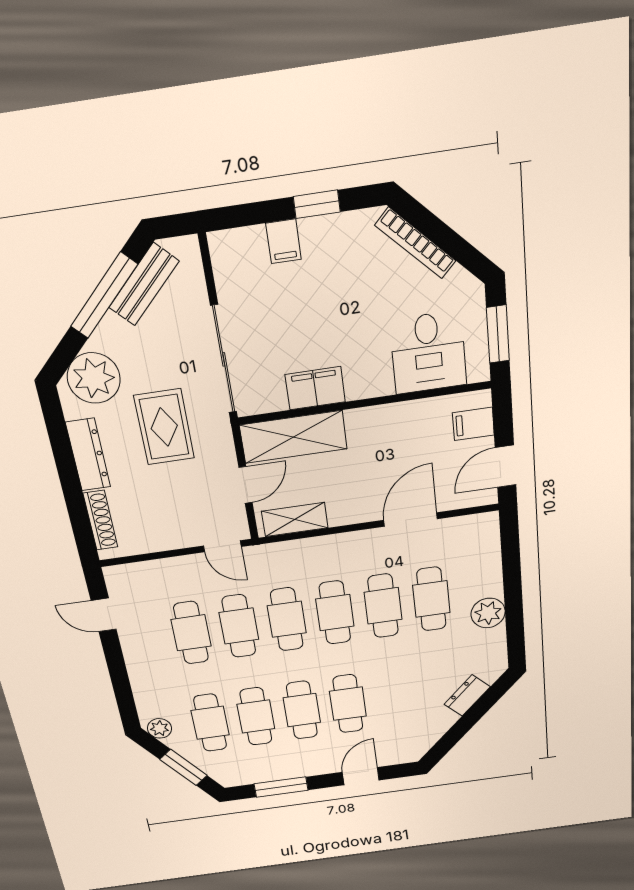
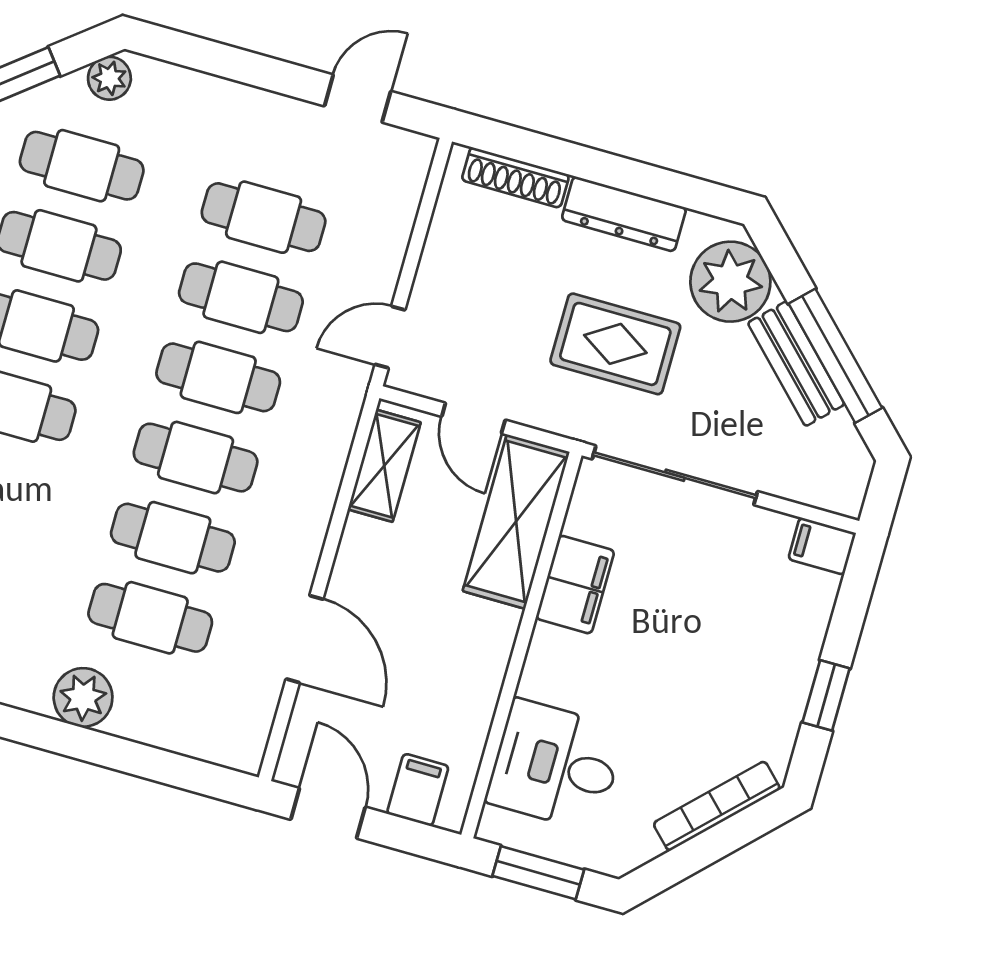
filing cabinet: (284, 241) -> (822, 546), moved
bench: (144, 284) -> (796, 364), moved

